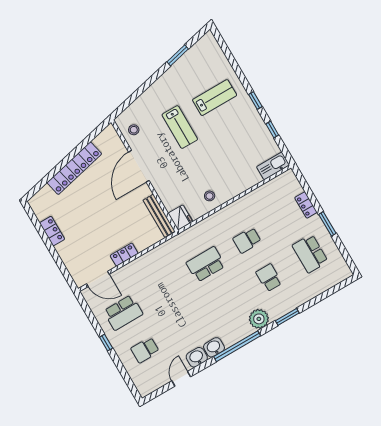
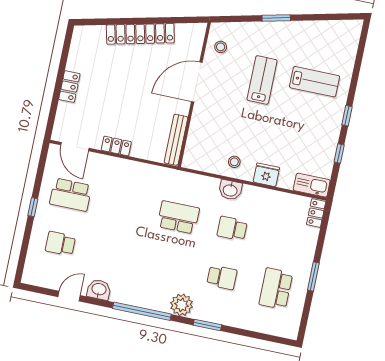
window: (178, 55) -> (276, 18), moved
lab bench: (180, 127) -> (262, 80), turned 180
locker: (306, 205) -> (316, 213), moved
fridge: (180, 218) -> (266, 175), moved, turned -90
locker: (52, 231) -> (69, 87), moved
school desk: (269, 278) -> (222, 277), turned 90
washbasin: (214, 347) -> (230, 190), moved, turned 180

